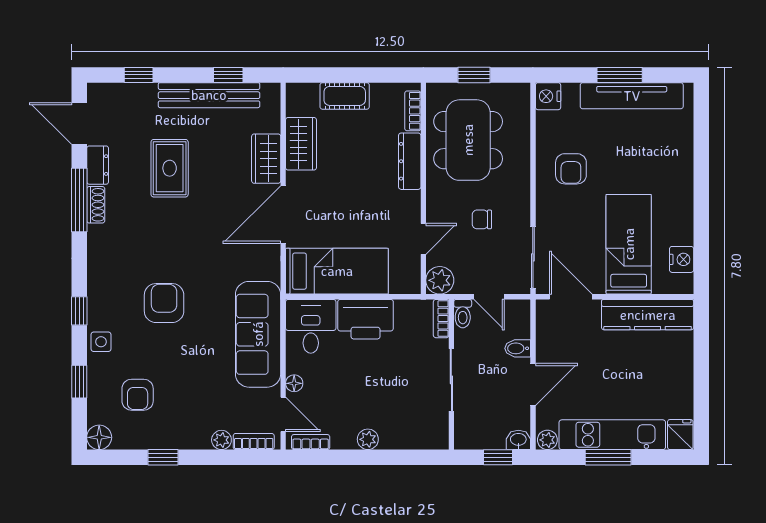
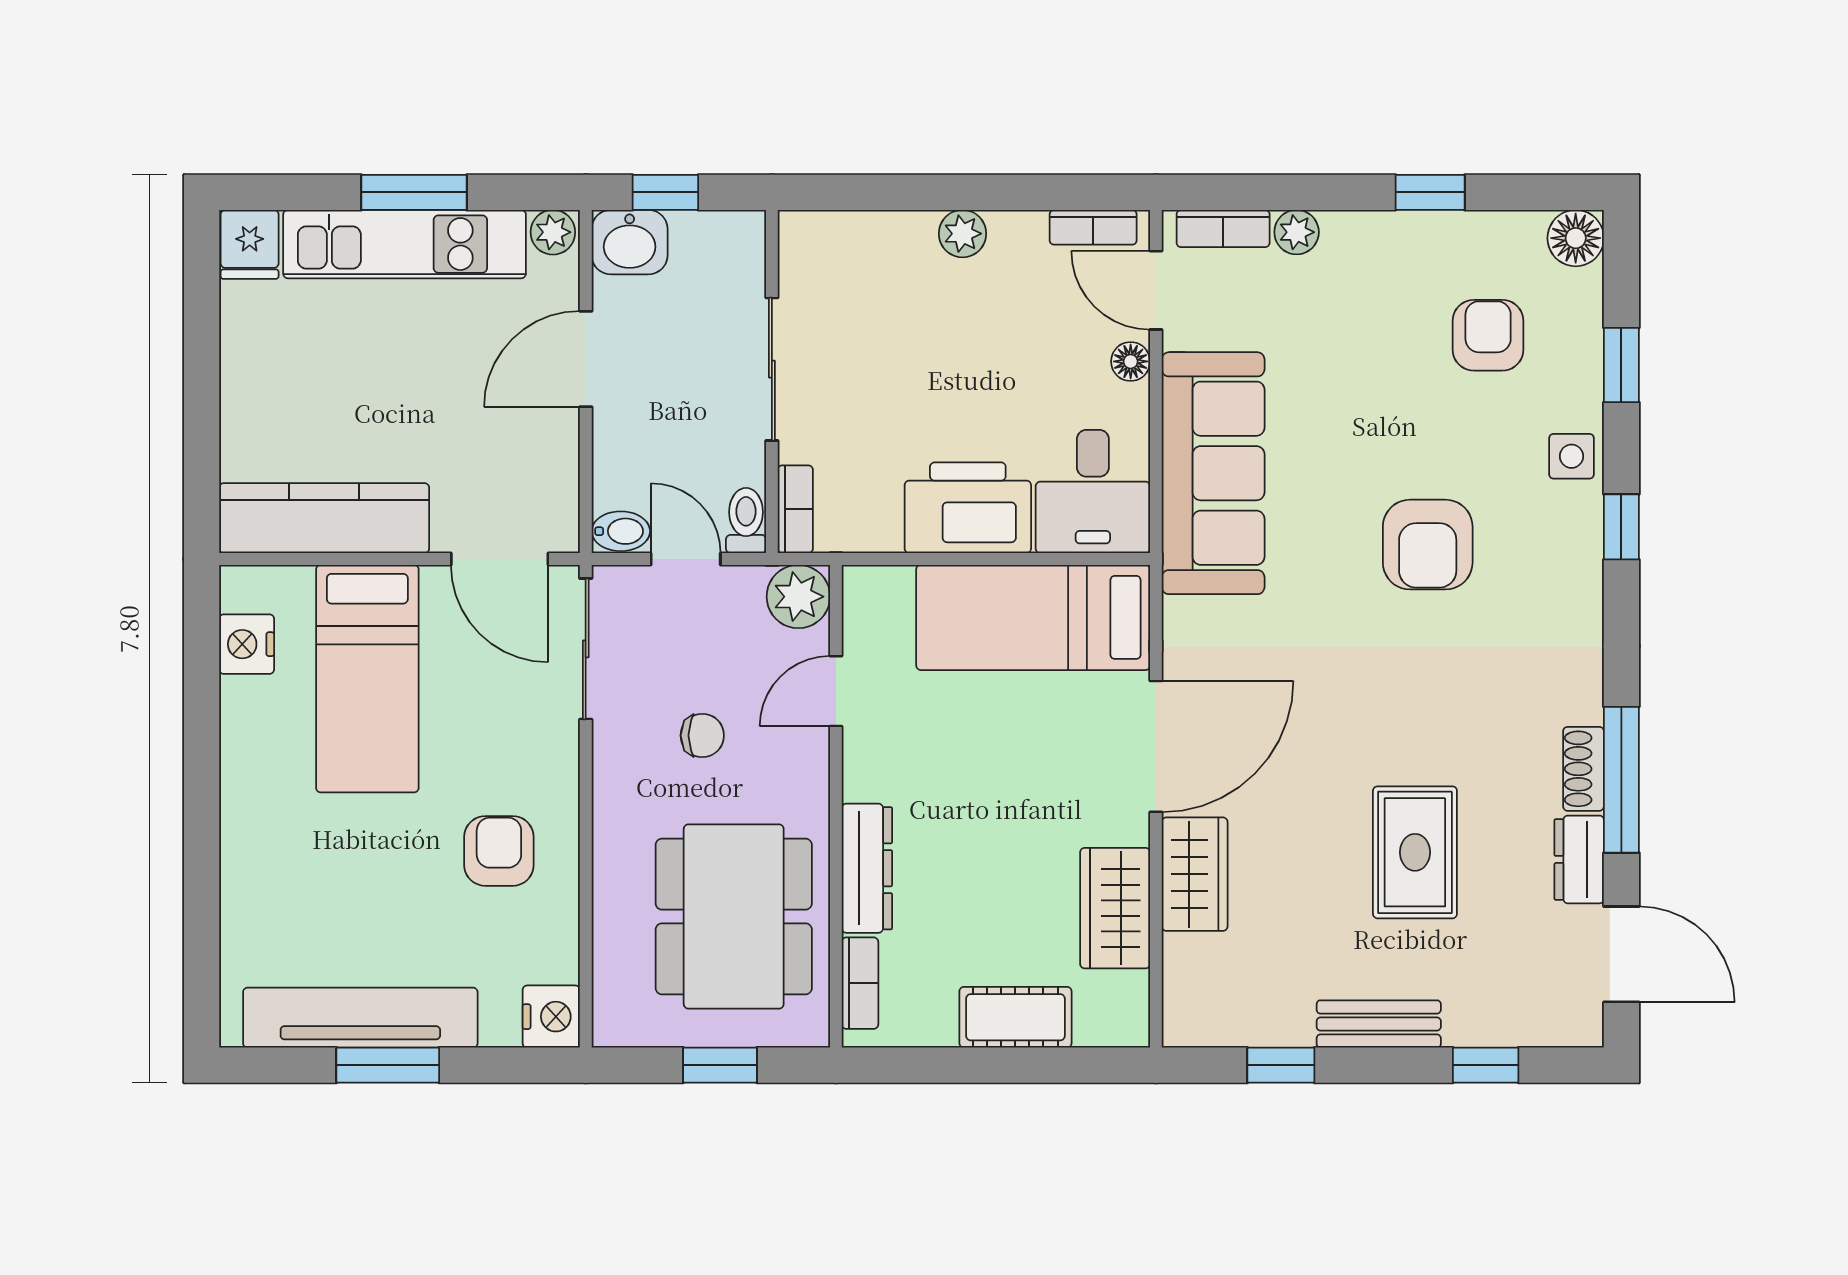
bench: (209, 95) -> (1379, 1024), width x0.54, depth x0.82
bidet: (518, 348) -> (621, 531), moved
washbasin: (518, 440) -> (630, 242), width x1.38, depth x1.45

